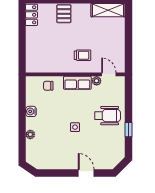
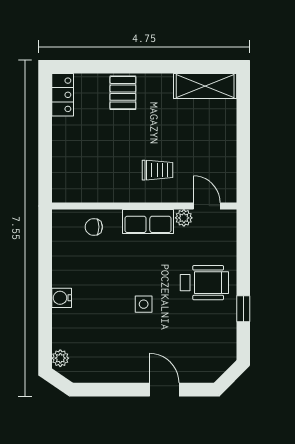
water cooler: (31, 111) -> (62, 298), moved
plant: (30, 134) -> (60, 358), moved

